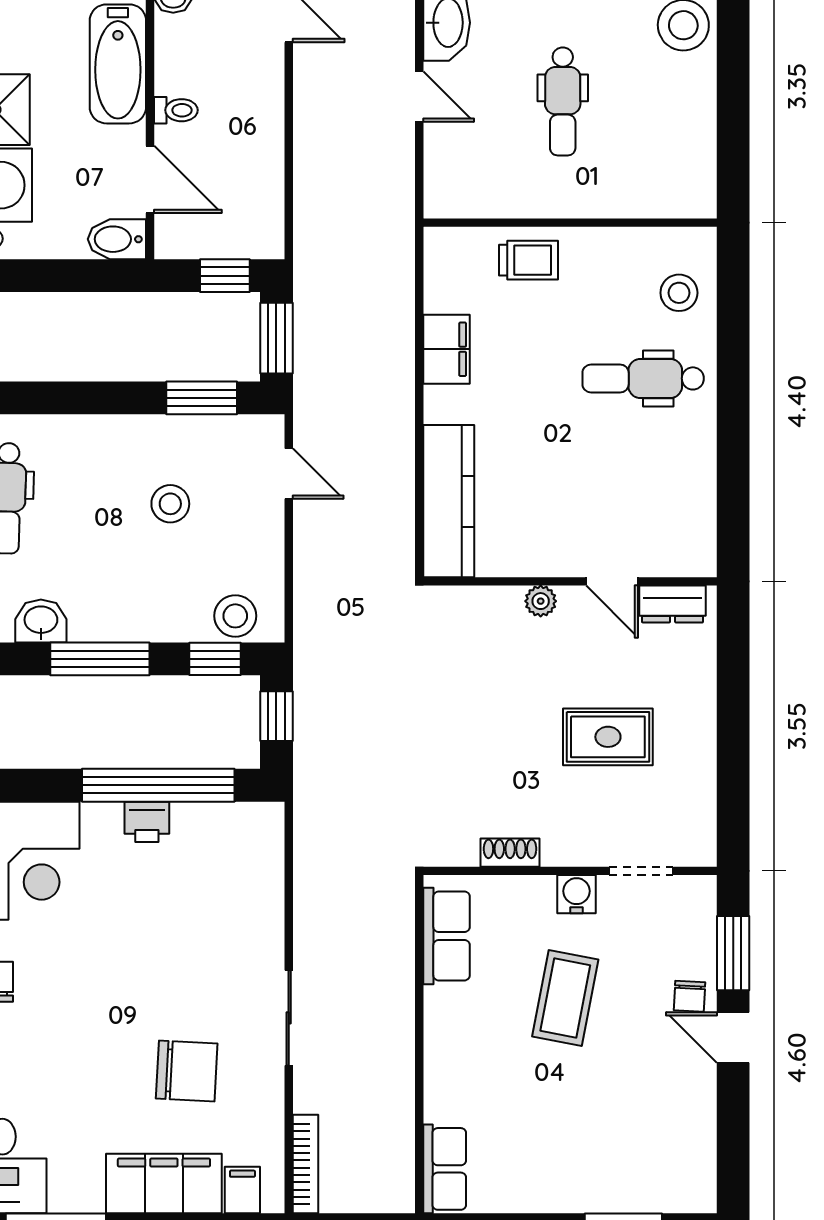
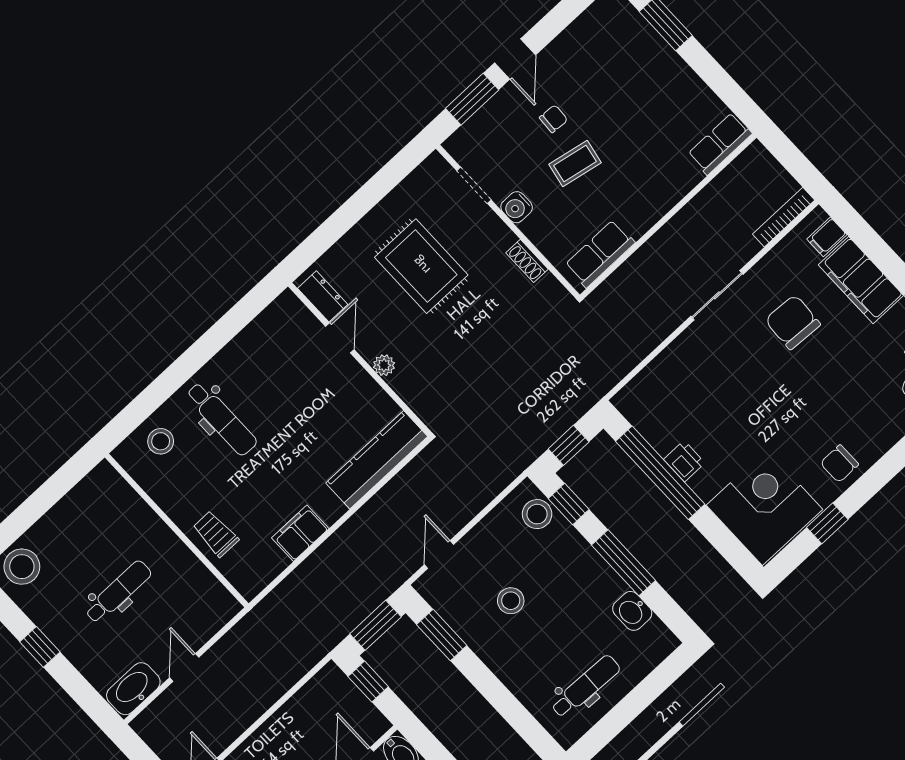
rug: (608, 737) -> (421, 266), width x1.36, depth x1.43
chair: (690, 996) -> (554, 119), moved
coffee table: (565, 998) -> (575, 164), width x0.73, depth x0.77

